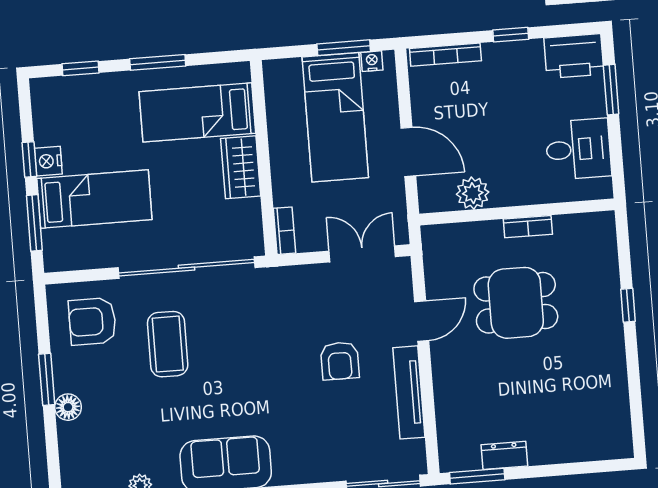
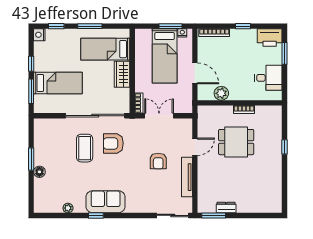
nightstand: (48, 161) -> (39, 35), moved
double door: (362, 254) -> (159, 116), moved
armchair: (92, 321) -> (113, 143), moved

